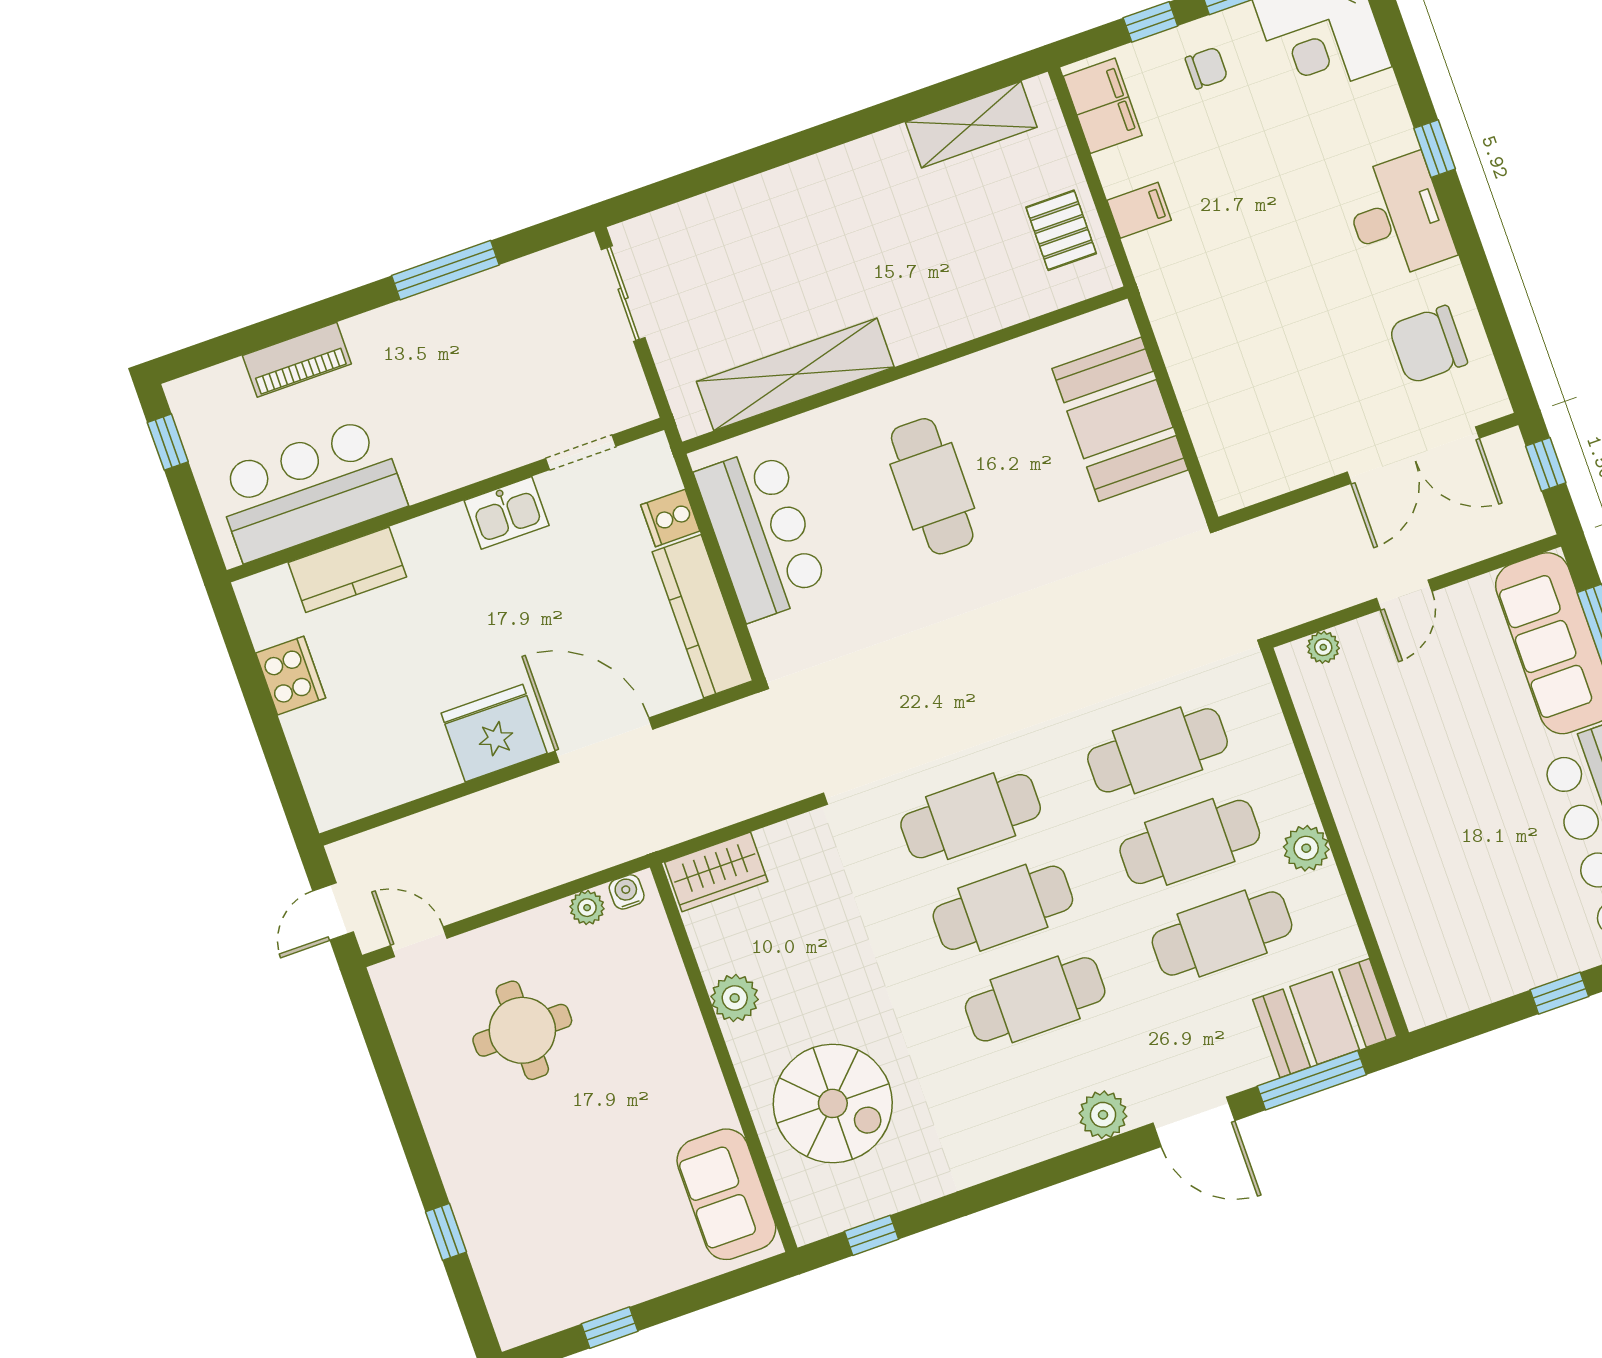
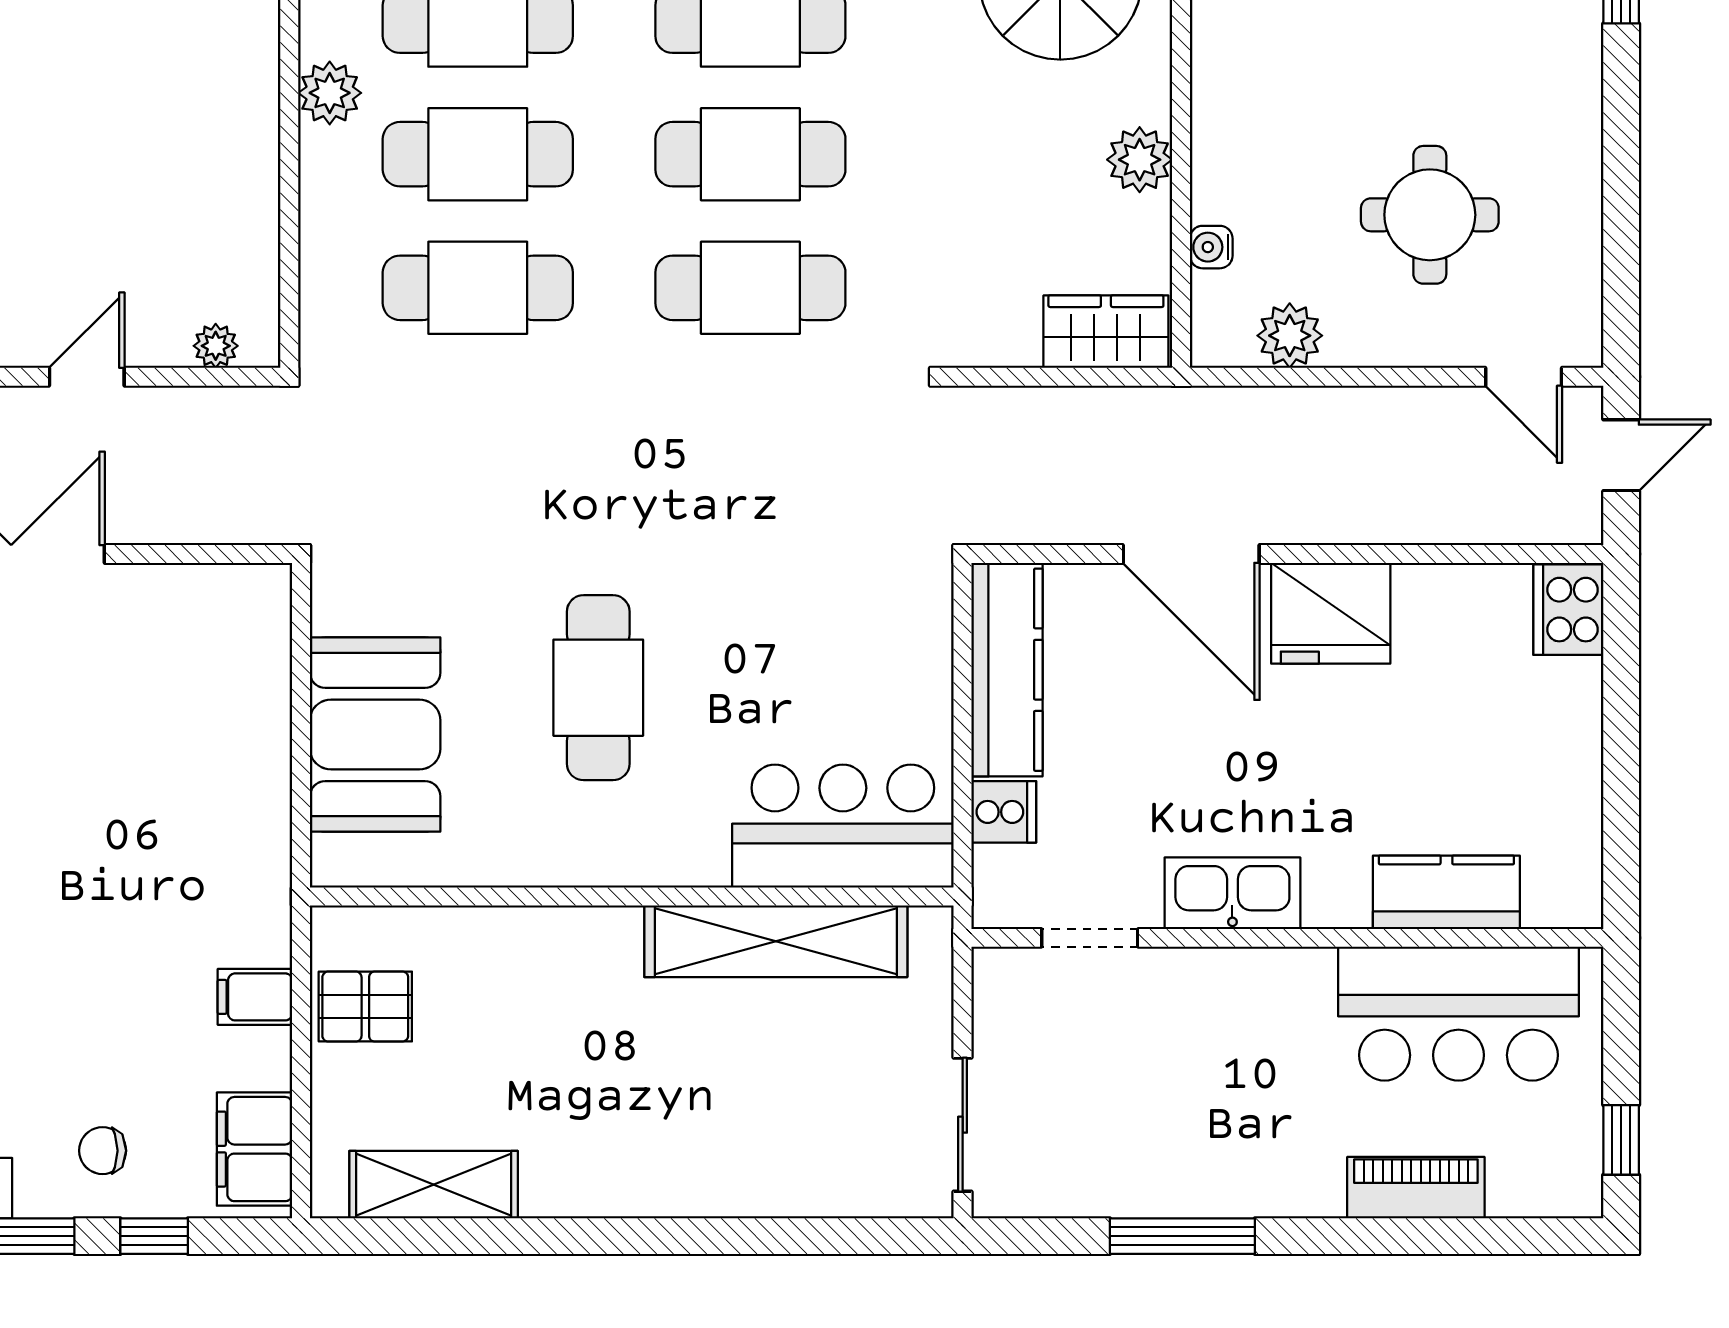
pallet: (1061, 230) -> (365, 1007), turned 90
cafe table: (932, 486) -> (598, 688), moved
kitchen sink: (507, 513) -> (1232, 893), width x1.38
bar counter: (762, 533) -> (843, 826), moved, turned 90
cooker: (291, 676) -> (1568, 610), moved
water cooler: (627, 892) -> (1211, 247), moved, turned 90
plant: (587, 908) -> (1290, 336), width x1.38, depth x1.38

